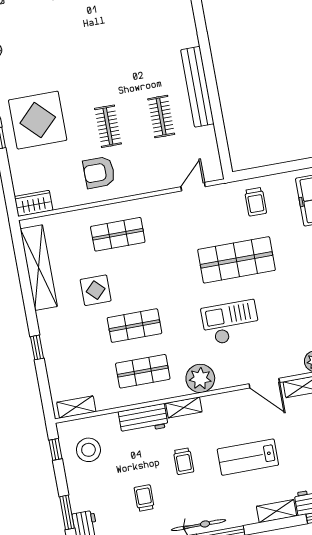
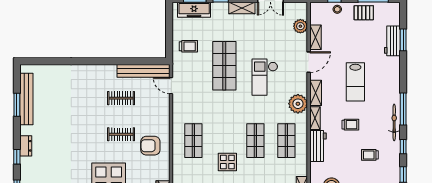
bench: (197, 87) -> (143, 71), moved
armchair: (99, 172) -> (150, 146), turned 90
shelving: (277, 511) -> (316, 93), moved

